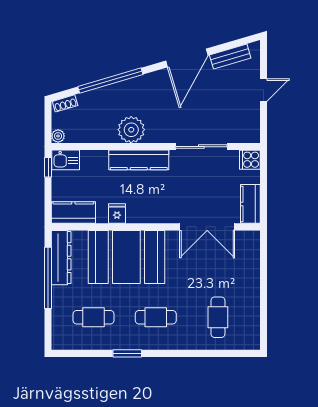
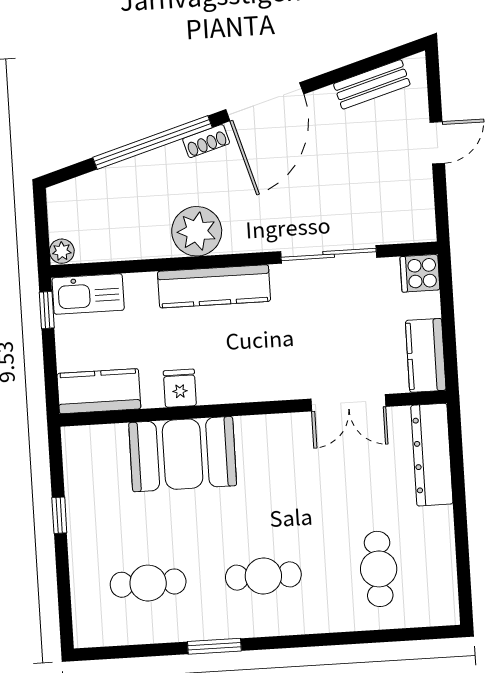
door: (187, 58) -> (265, 102), moved
shoe rack: (65, 103) -> (206, 141), moved
kitchen sink: (66, 160) -> (88, 294), width x1.38
double door: (207, 227) -> (348, 403), width x0.73
booth: (126, 257) -> (183, 454), width x0.73, depth x0.70
dresser: (61, 258) -> (432, 455), moved, turned 180
window: (48, 278) -> (59, 515), width x0.32

